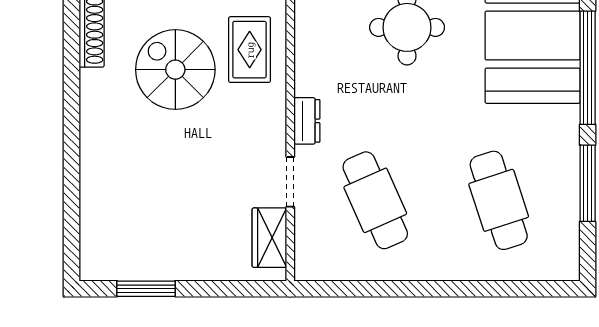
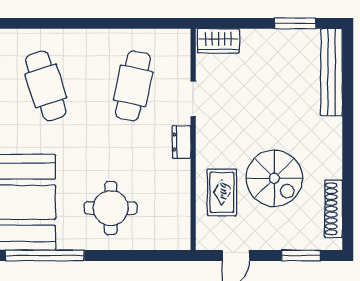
cafe table: (375, 200) -> (133, 86), turned 36
bench: (94, 220) -> (332, 72), added
wardrobe: (269, 238) -> (218, 41), moved, turned 90

